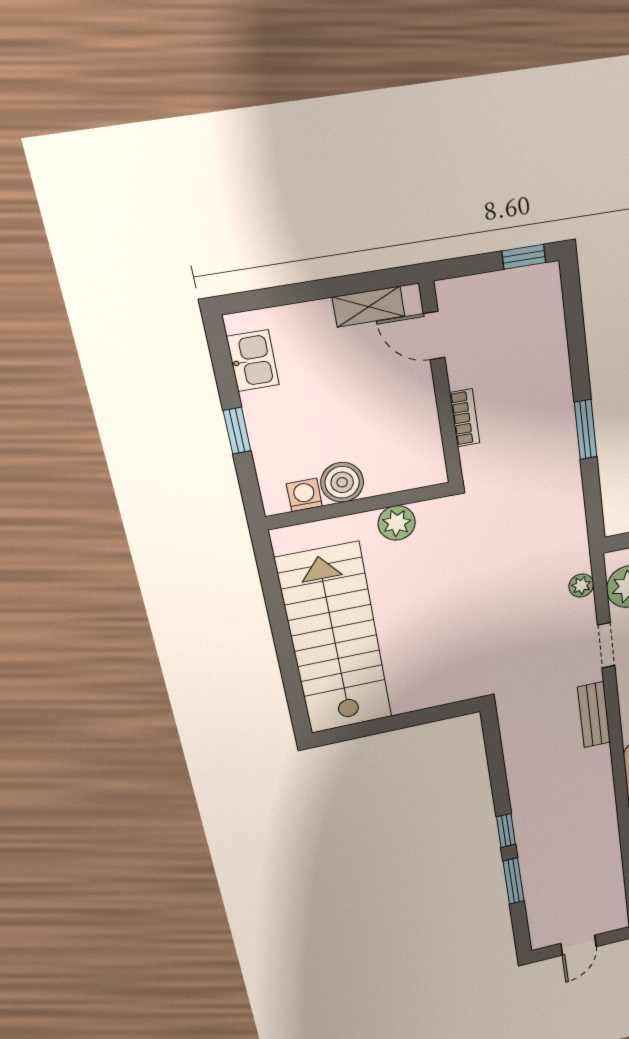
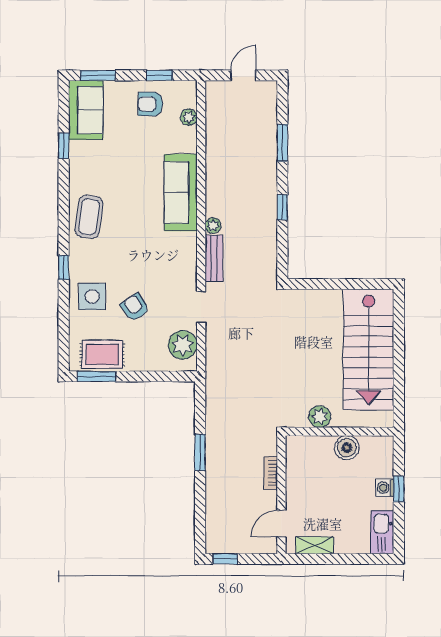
door: (434, 336) -> (281, 523), swing flipped
kitchen sink: (253, 361) -> (382, 532), width x1.38
washing machine: (304, 495) -> (385, 488), moved, turned 90
plant: (581, 586) -> (213, 226), moved
window: (506, 830) -> (282, 207), moved

